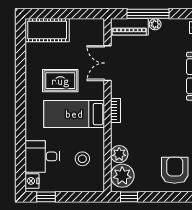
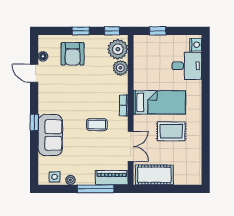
plant: (155, 24) -> (70, 180), moved
cot: (47, 30) -> (154, 175), moved
coffee table: (147, 88) -> (97, 125), added
stool: (82, 159) -> (152, 64), removed
window: (46, 197) -> (158, 31), moved
window: (165, 197) -> (81, 31), added

